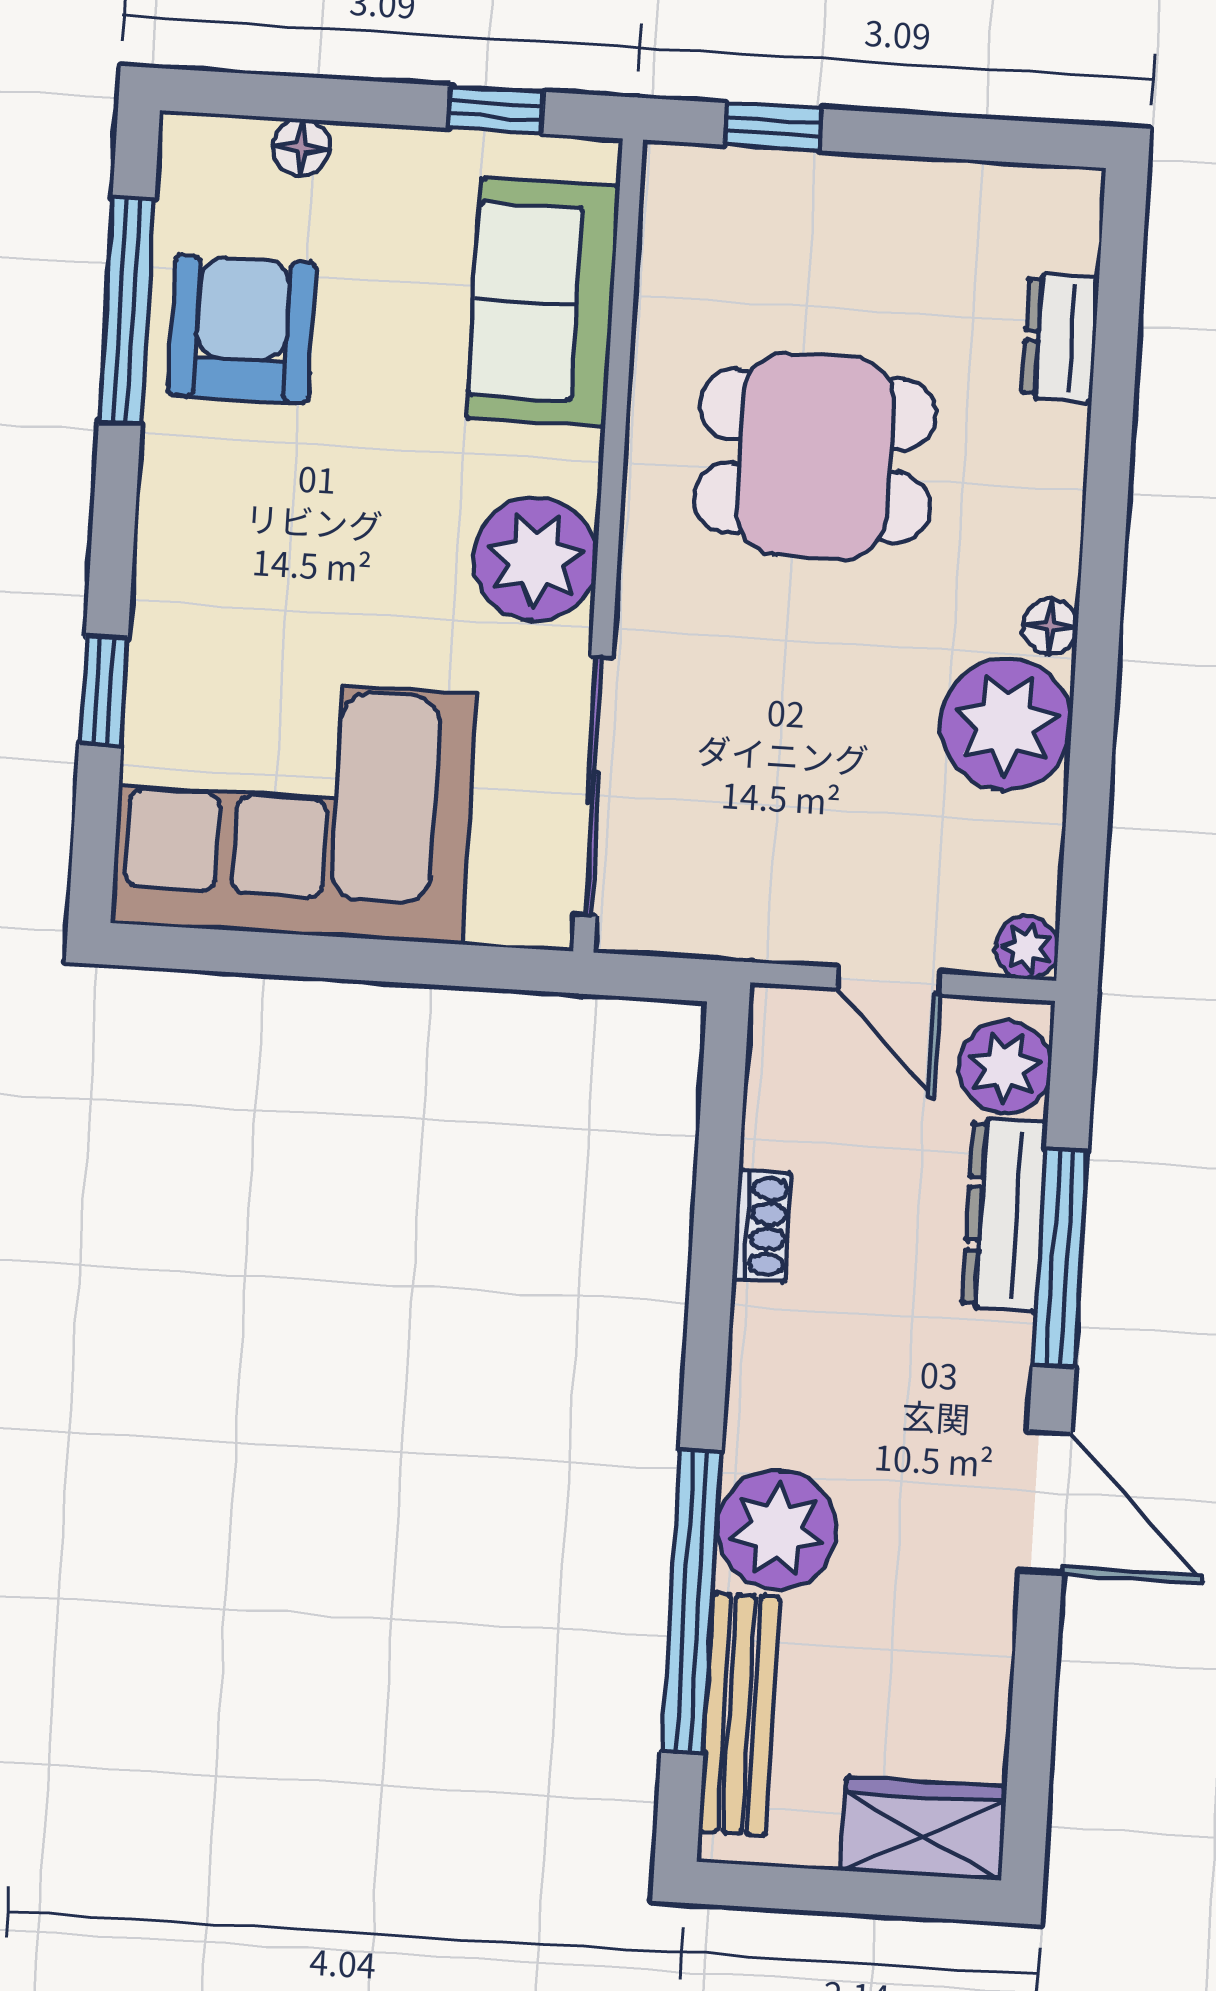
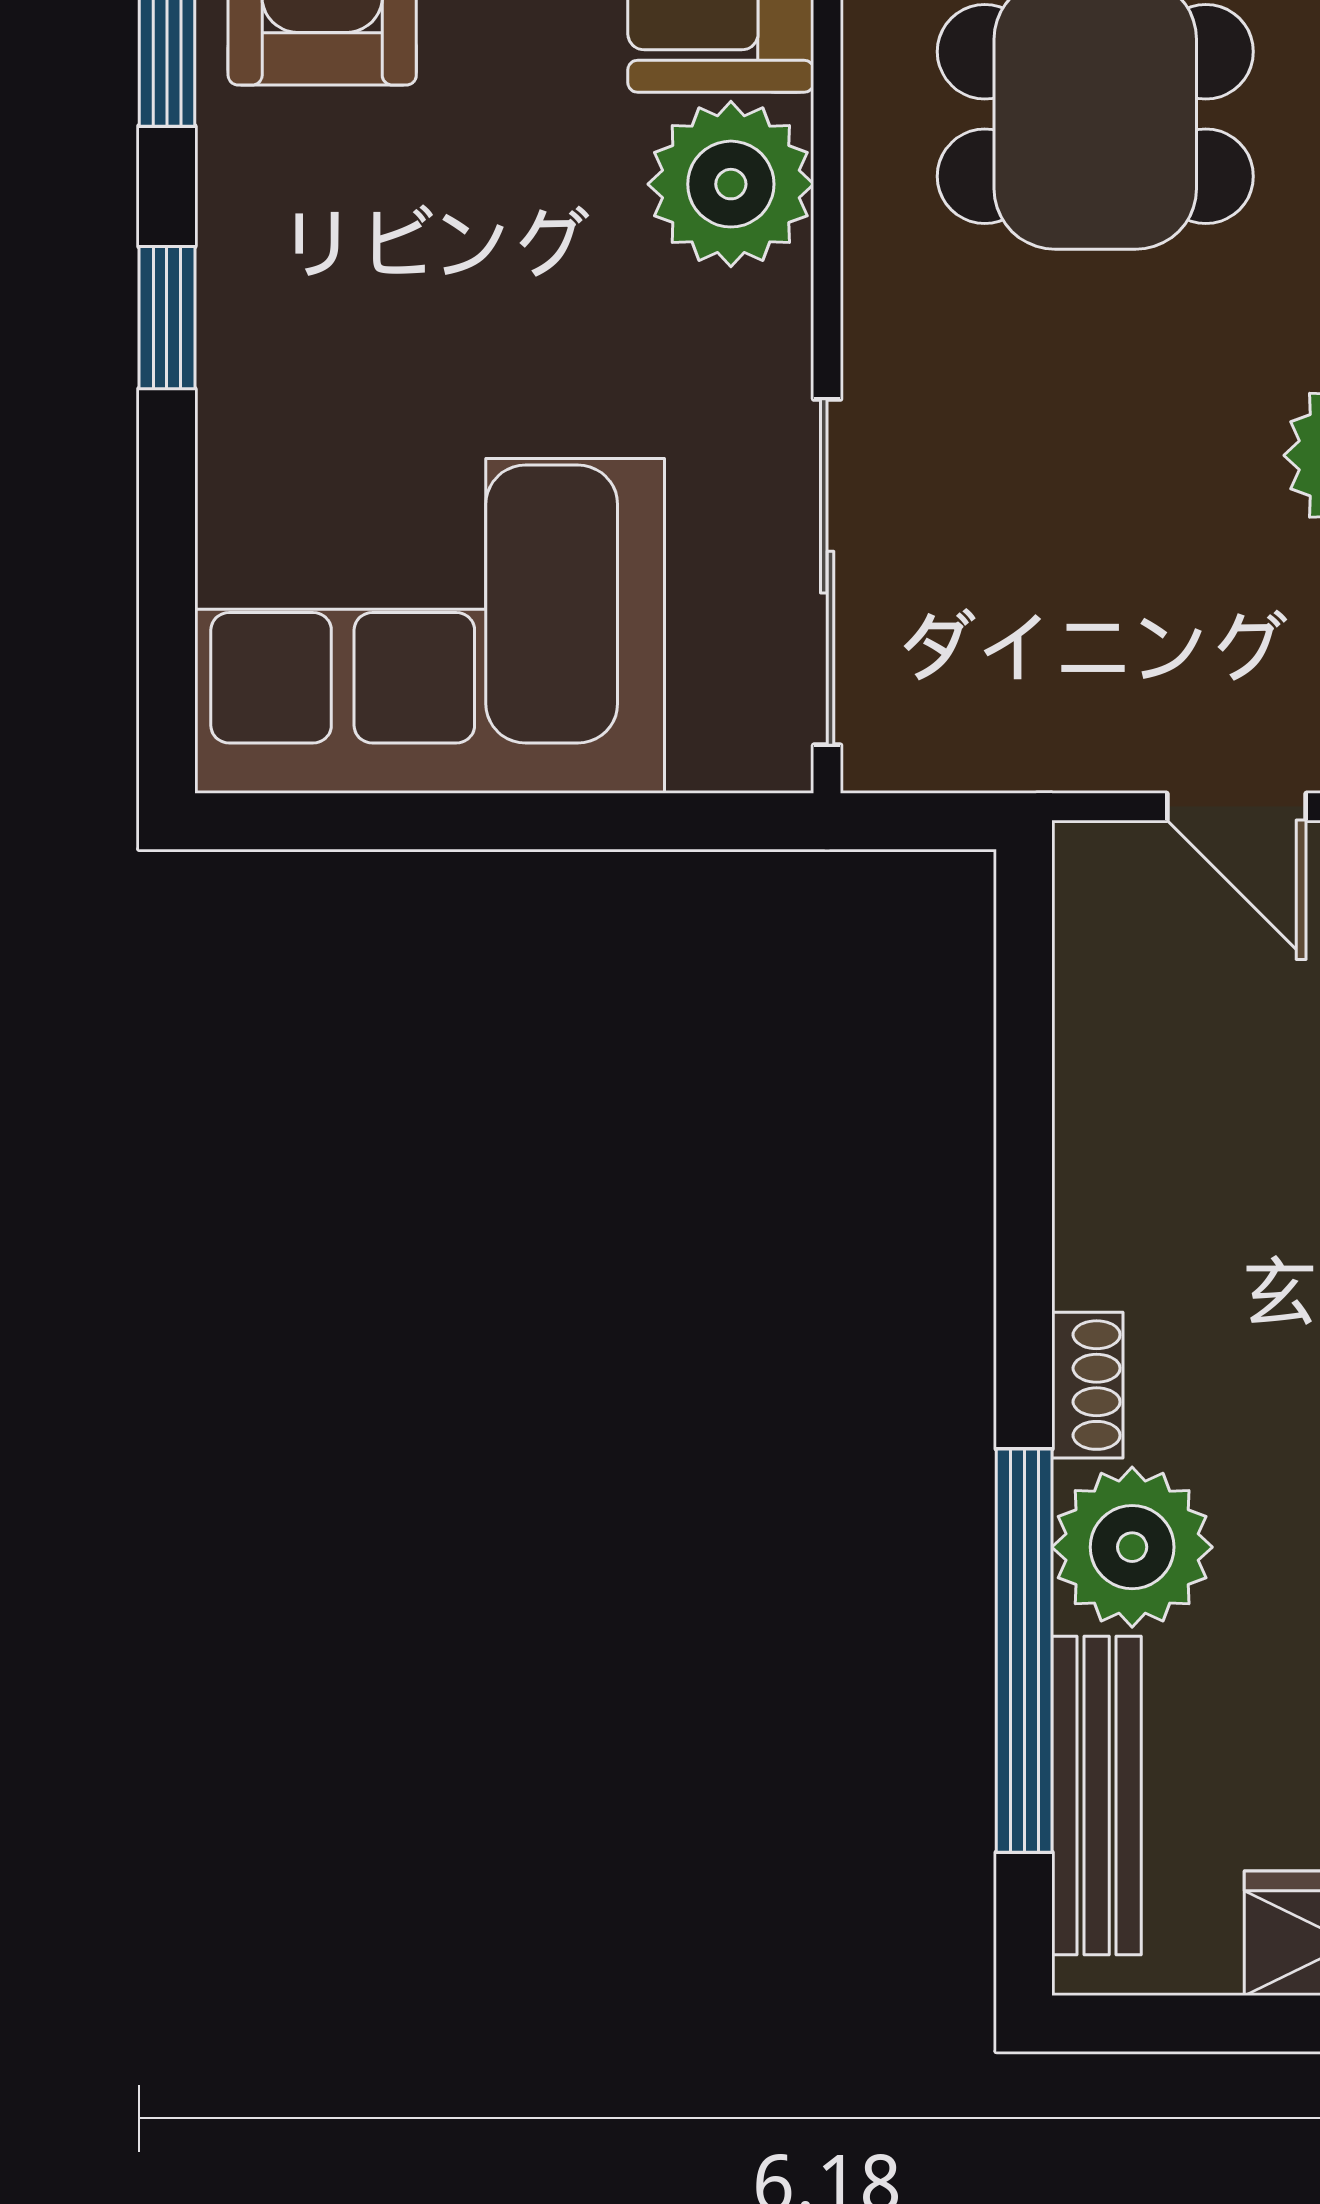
plant: (535, 559) -> (731, 184), moved
window: (103, 691) -> (167, 318), moved
shoe rack: (762, 1226) -> (1087, 1385), moved

